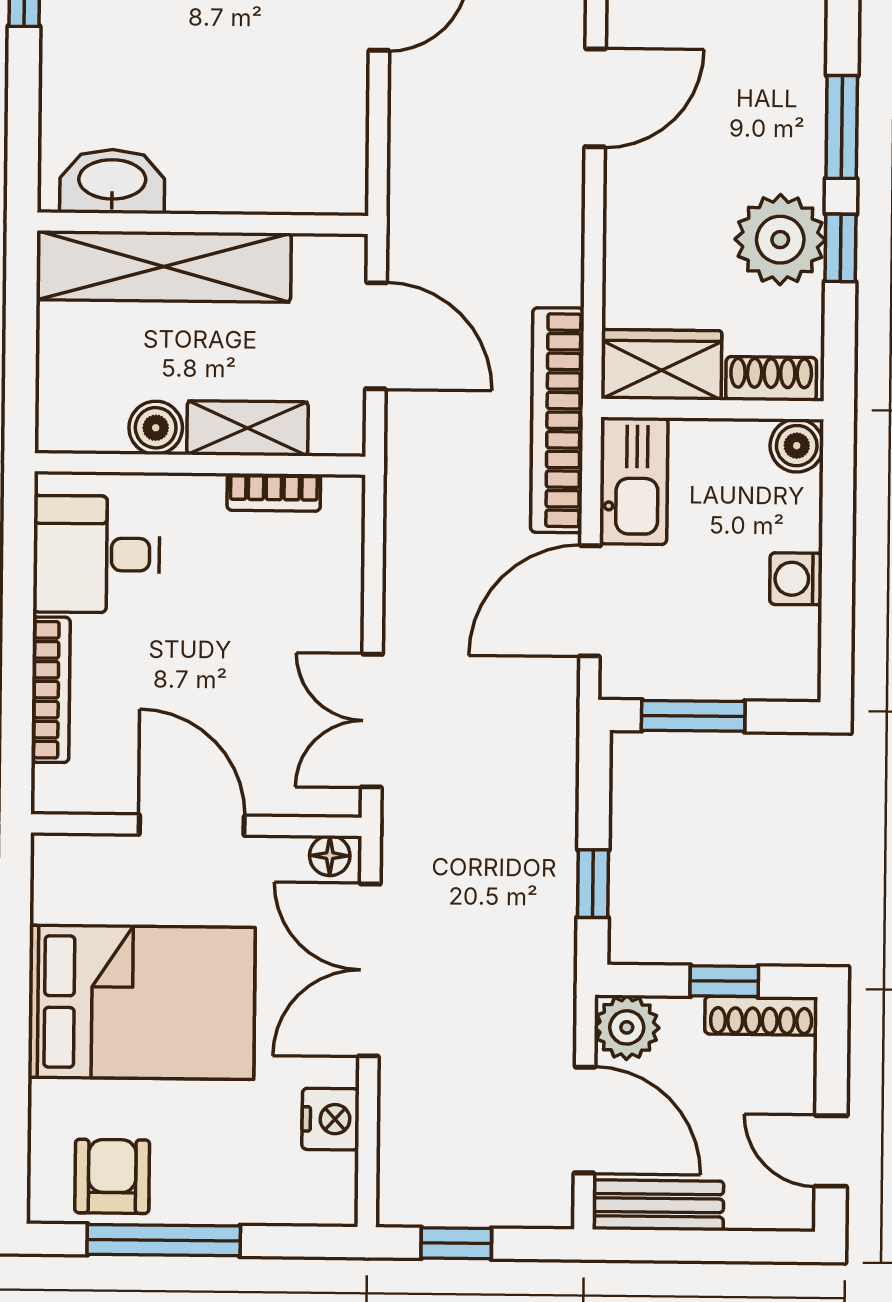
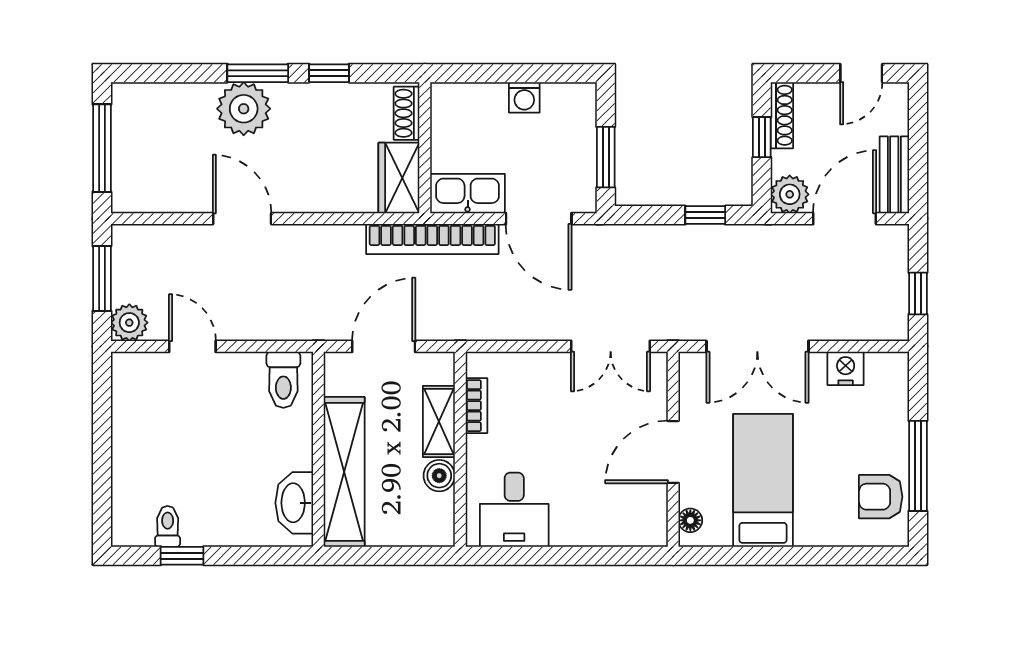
toilet: (321, 165) -> (283, 380), added
plant: (780, 240) -> (244, 109), moved
boiler: (797, 446) -> (446, 98), removed
bookcase: (51, 690) -> (594, 536), removed
floor lamp: (330, 856) -> (690, 520), moved
bed: (142, 1002) -> (763, 480), width x0.67

